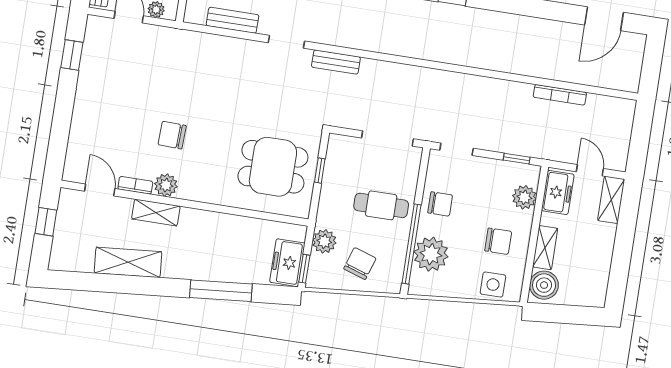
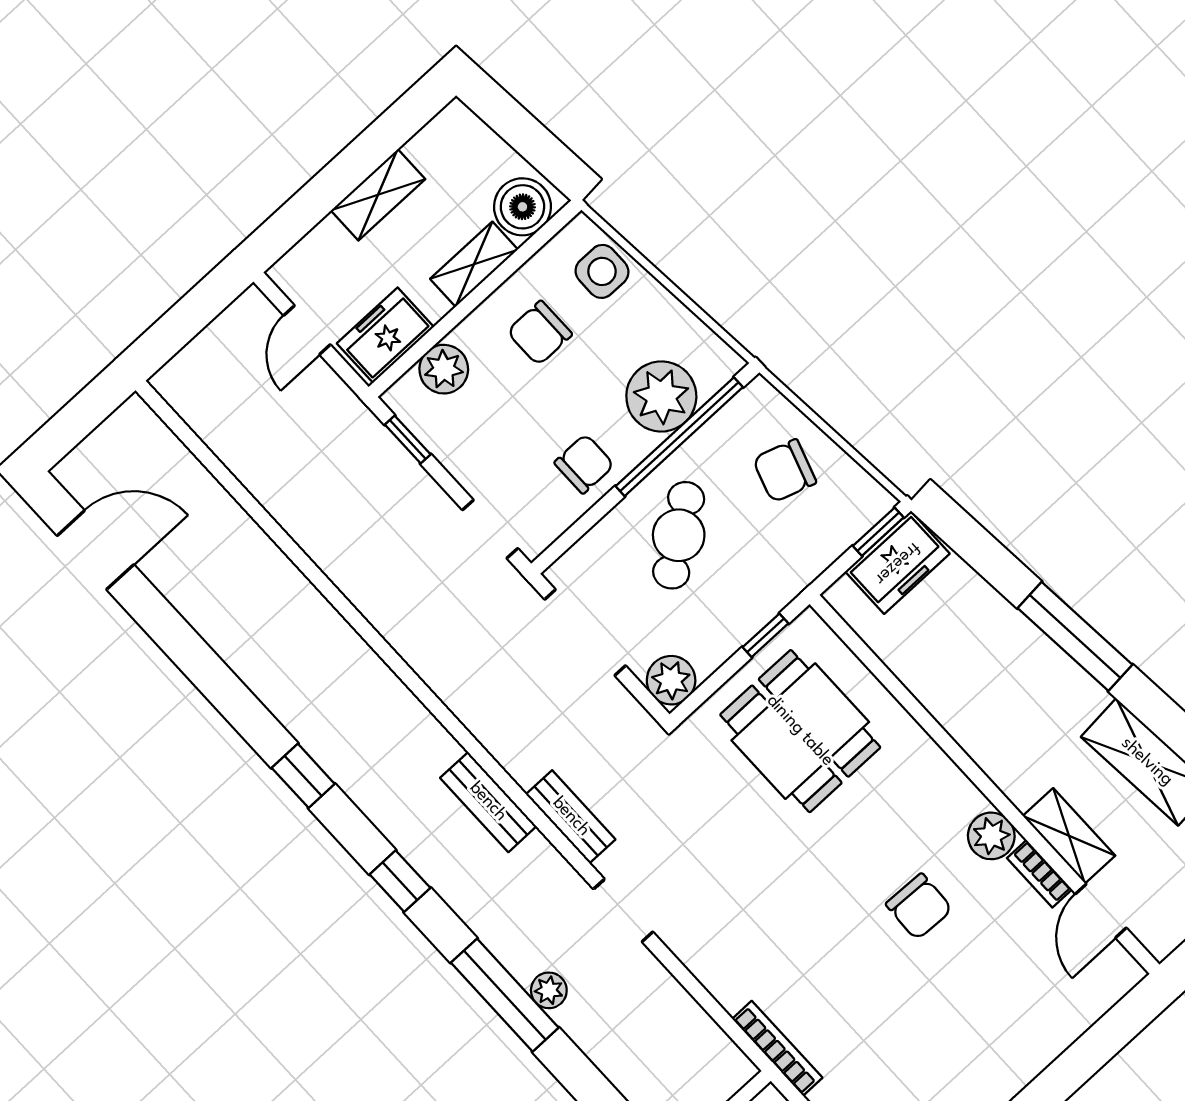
bench: (232, 20) -> (488, 802), moved
bookcase: (560, 95) -> (777, 1048), moved
window: (320, 171) -> (766, 635), moved
shelving: (611, 200) -> (378, 195), moved
chair: (440, 204) -> (584, 464), turned 90
cafe table: (381, 205) -> (679, 535), turned 54
shelving: (156, 212) -> (1069, 836), moved
plant: (324, 241) -> (671, 680), moved
chair: (498, 241) -> (540, 333), turned -90
window: (221, 291) -> (1075, 636), moved

